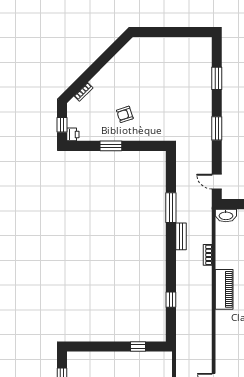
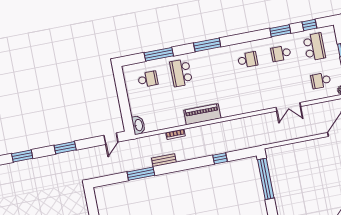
window: (138, 346) -> (266, 179), width x3.17

